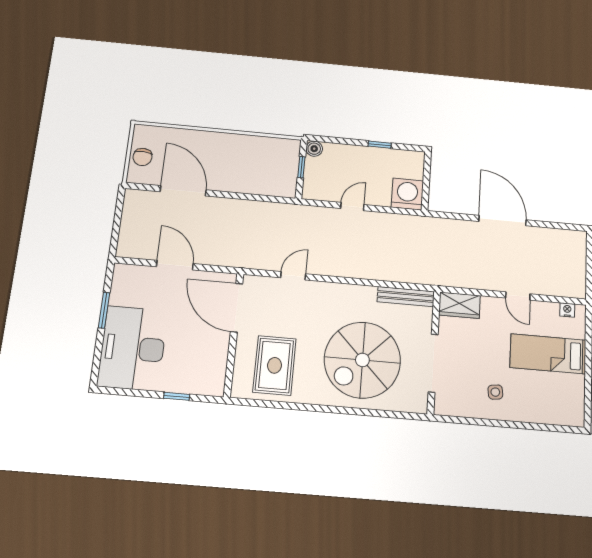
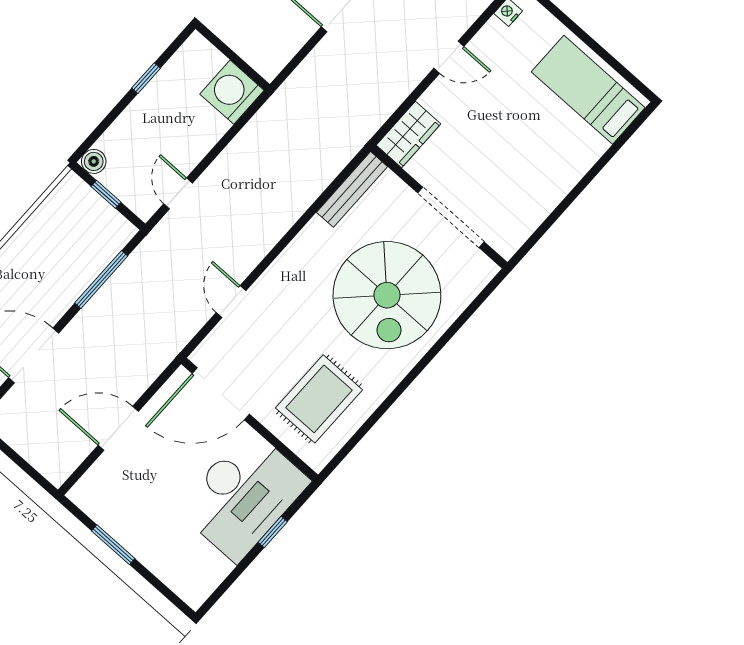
window: (253, 197) -> (101, 279), added
door: (352, 207) -> (178, 193), moved
desk: (133, 348) -> (243, 495), moved, turned -90
bed: (548, 354) -> (588, 90), moved, turned 90
rug: (274, 365) -> (319, 399), turned 90
side table: (495, 392) -> (536, 172), removed

